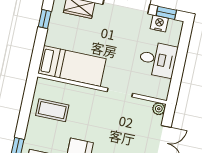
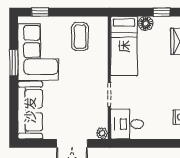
floor lamp: (53, 38) -> (146, 24), added
desk: (158, 59) -> (127, 124), moved, turned 90

